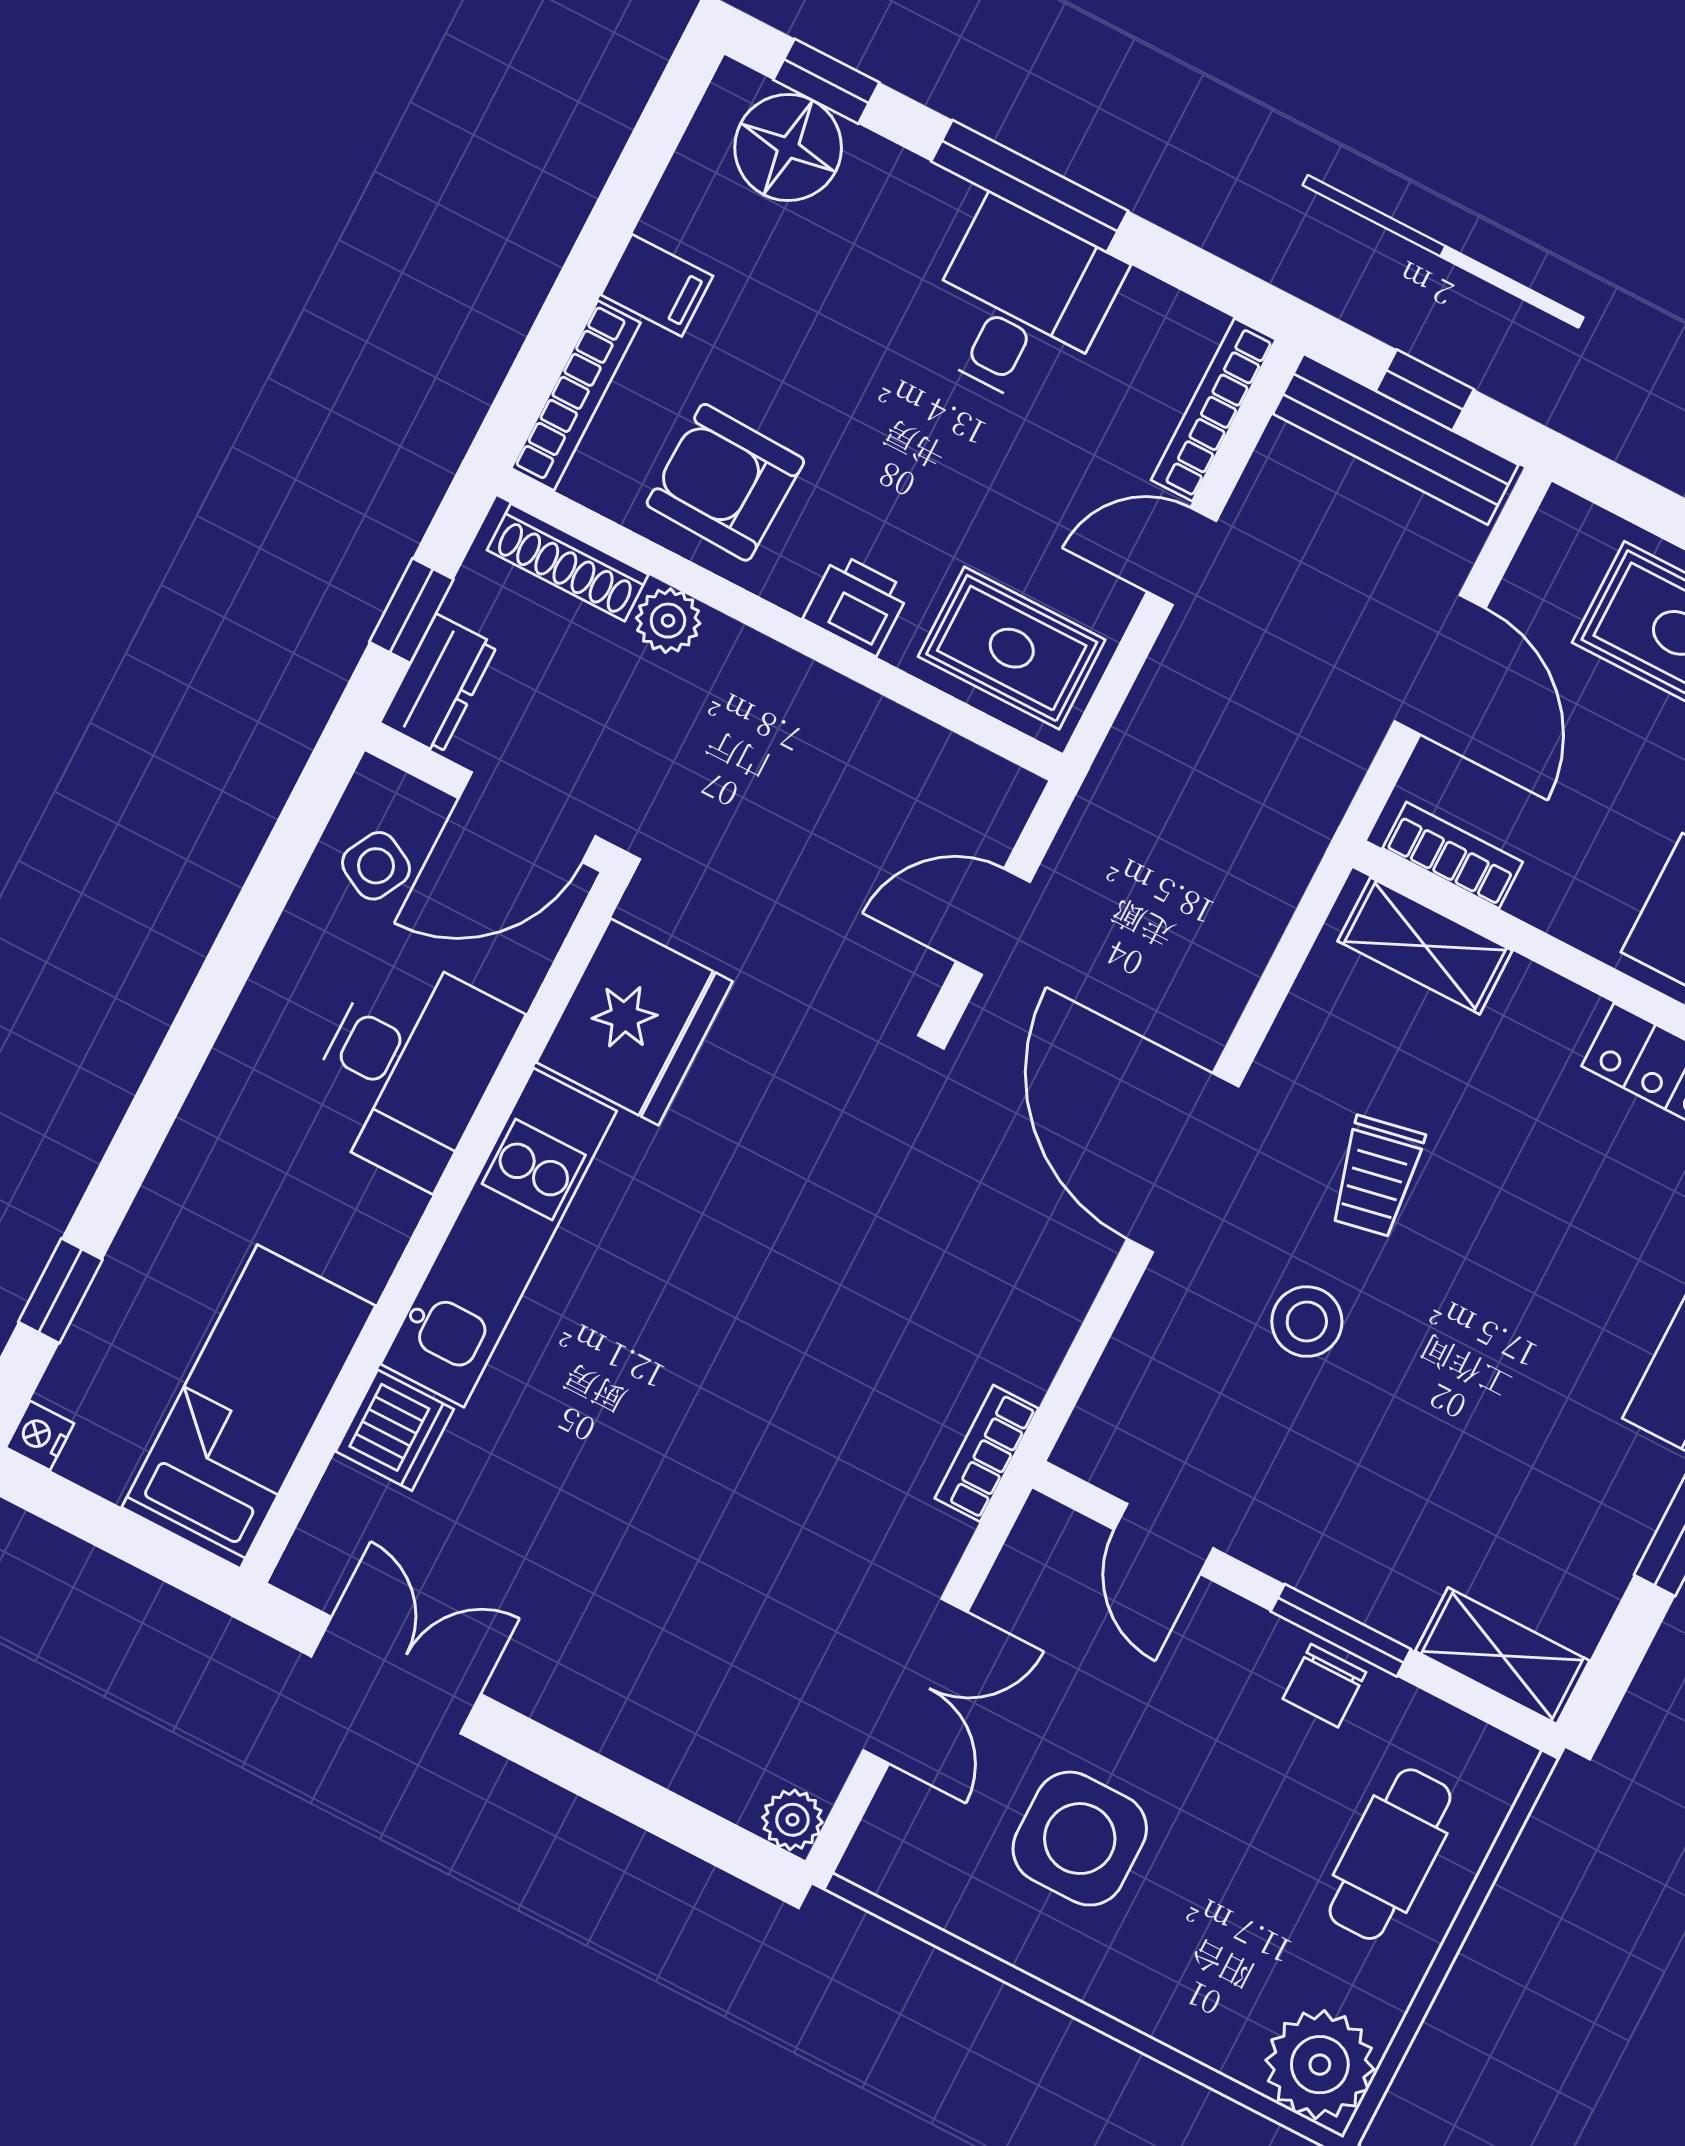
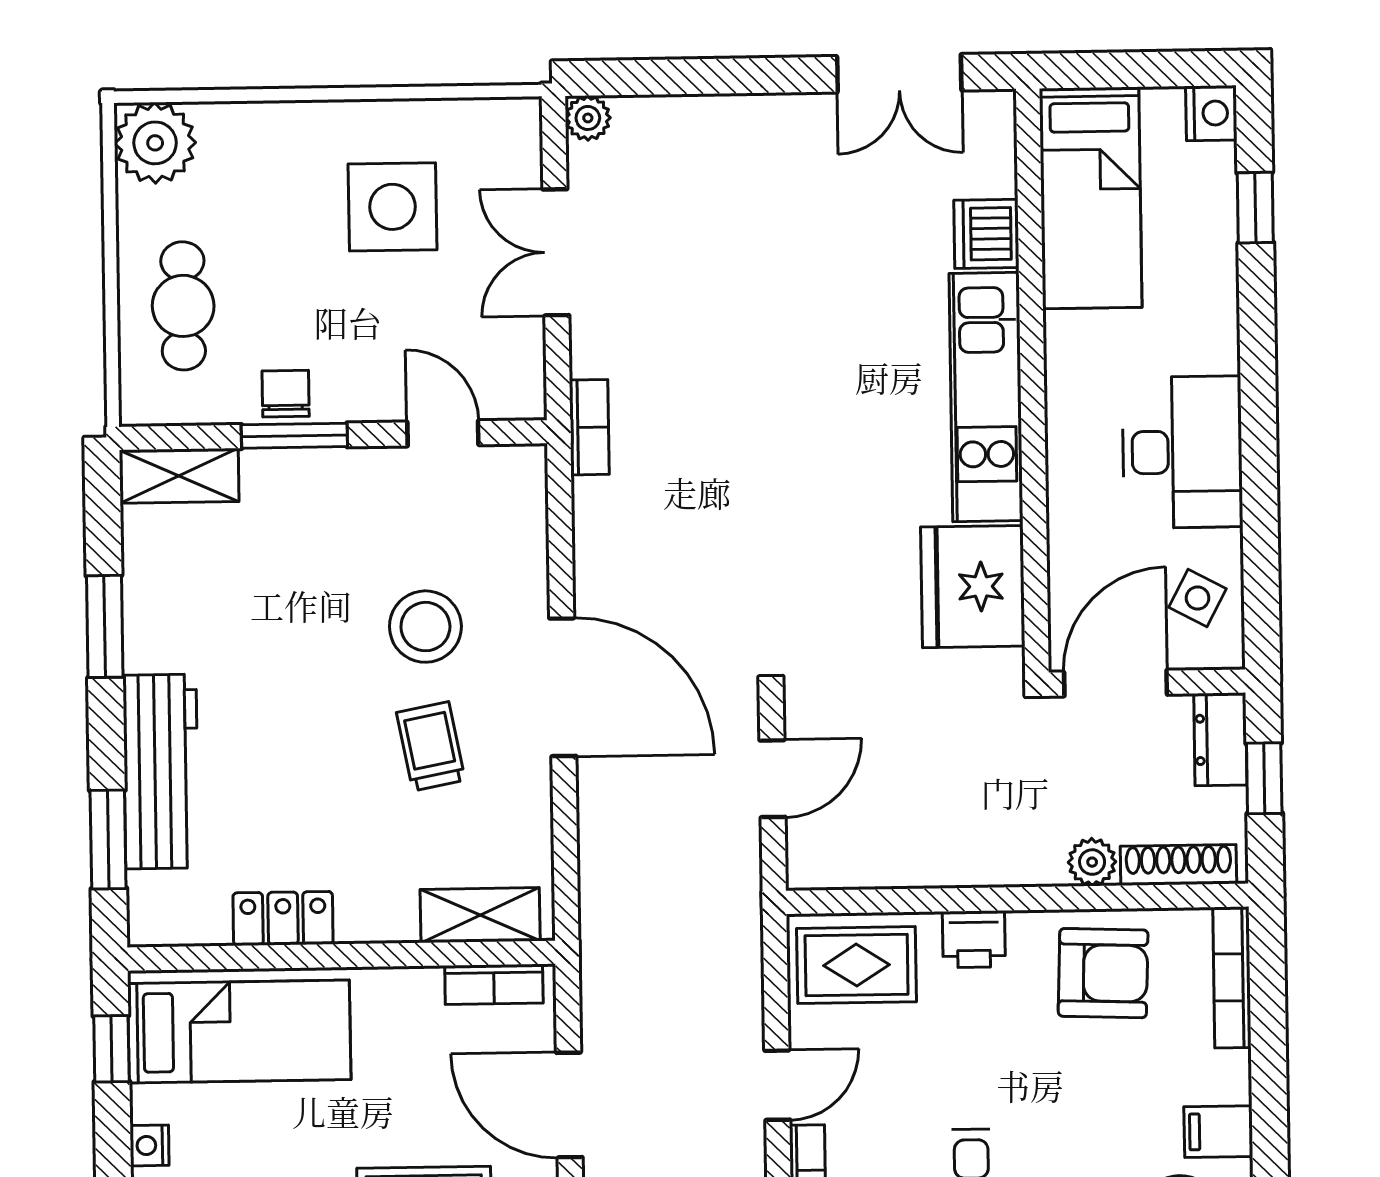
filing cabinet: (657, 285) -> (1218, 1132), moved
desk: (409, 1068) -> (1182, 452), moved, turned 180
stool: (1307, 1322) -> (425, 627), width x1.38, depth x1.38
nightstand: (40, 1436) -> (1211, 113), width x1.39, depth x1.35

